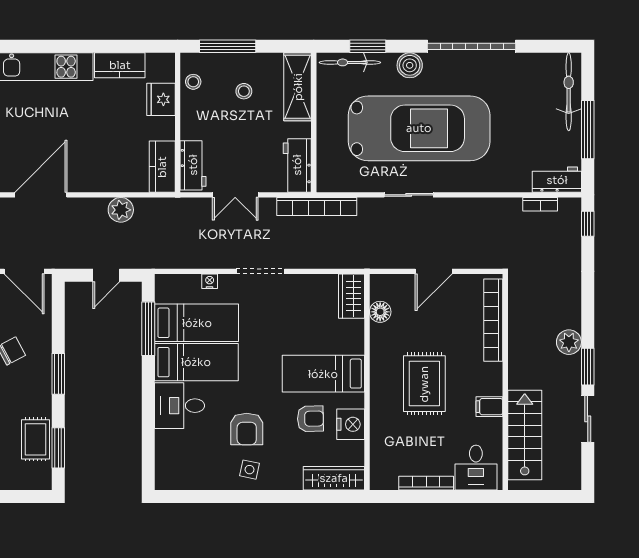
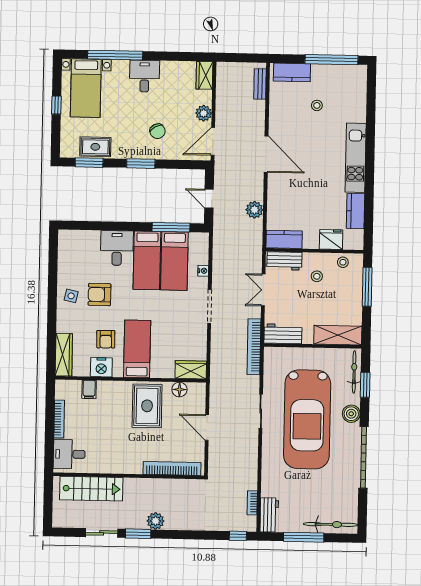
stool: (244, 91) -> (317, 276), moved
rug: (424, 384) -> (147, 406), moved, turned 90
filing cabinet: (489, 407) -> (89, 389), moved, turned 180

